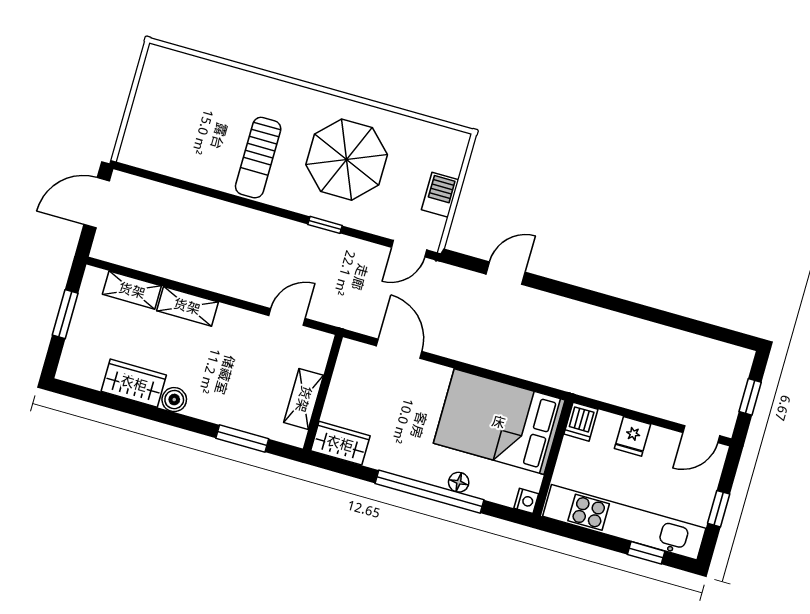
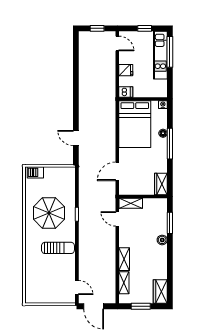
barbecue: (440, 195) -> (35, 172), moved
door: (409, 249) -> (77, 287), moved
wardrobe: (134, 383) -> (160, 292), moved
shelving: (304, 399) -> (131, 203), moved
boiler: (174, 400) -> (162, 240), moved
window: (430, 492) -> (170, 144), width x0.68
kitchen unit: (624, 522) -> (160, 55), width x0.73
window: (646, 553) -> (170, 52), width x2.17

